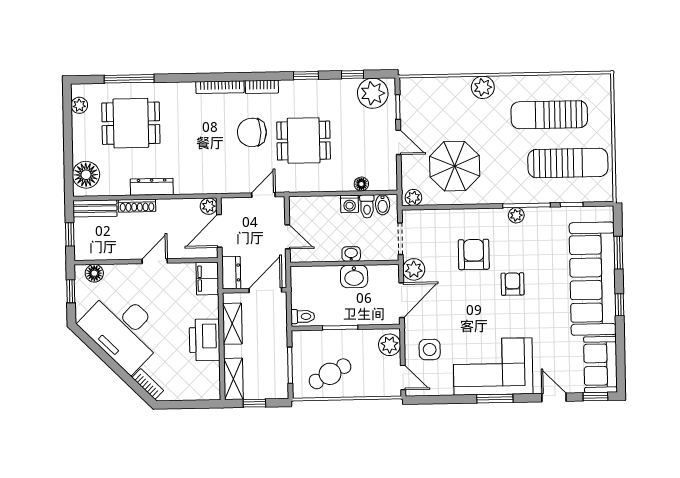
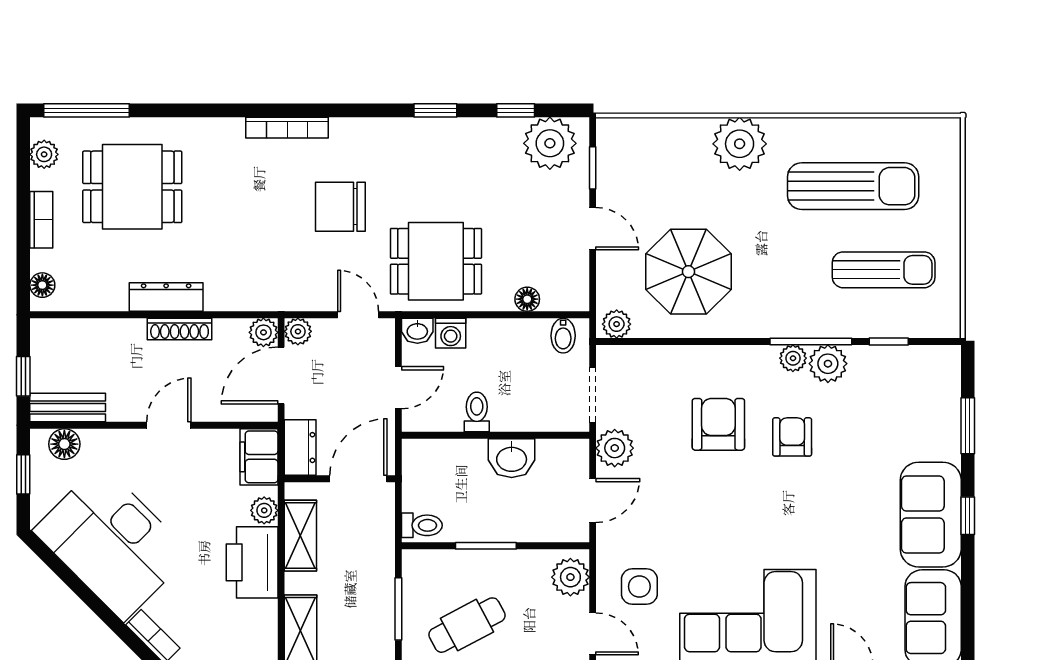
window: (129, 79) -> (87, 110), moved
bookcase: (262, 87) -> (41, 220), moved, turned -90
plant: (483, 87) -> (740, 144), width x1.36, depth x1.36
sun lounger: (549, 115) -> (853, 186), turned 180
dining table: (304, 141) -> (436, 261), moved
sun lounger: (568, 163) -> (884, 270), width x0.73, depth x0.75
floor lamp: (86, 175) -> (42, 285), width x0.53, depth x0.53
door: (263, 195) -> (358, 315), hinge flipped
washing machine: (350, 204) -> (451, 333), moved
plant: (229, 205) -> (298, 331), added
shoe rack: (137, 206) -> (180, 329), moved
toilet: (367, 206) -> (477, 412), moved, turned 180
bench: (95, 208) -> (68, 407), moved
plant: (537, 218) -> (828, 364), added
door: (288, 237) -> (398, 388), hinge flipped
washbasin: (351, 254) -> (417, 331), moved, turned 180
sofa: (593, 279) -> (931, 515), width x0.54, depth x0.79
armchair: (513, 284) -> (792, 437), moved
door: (402, 300) -> (593, 501), width x0.73
plant: (211, 310) -> (264, 510), added

